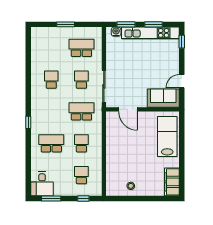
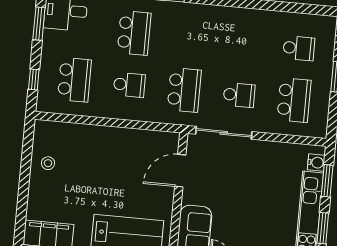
school desk: (51, 80) -> (299, 48), moved
school desk: (81, 175) -> (74, 80), width x1.85

